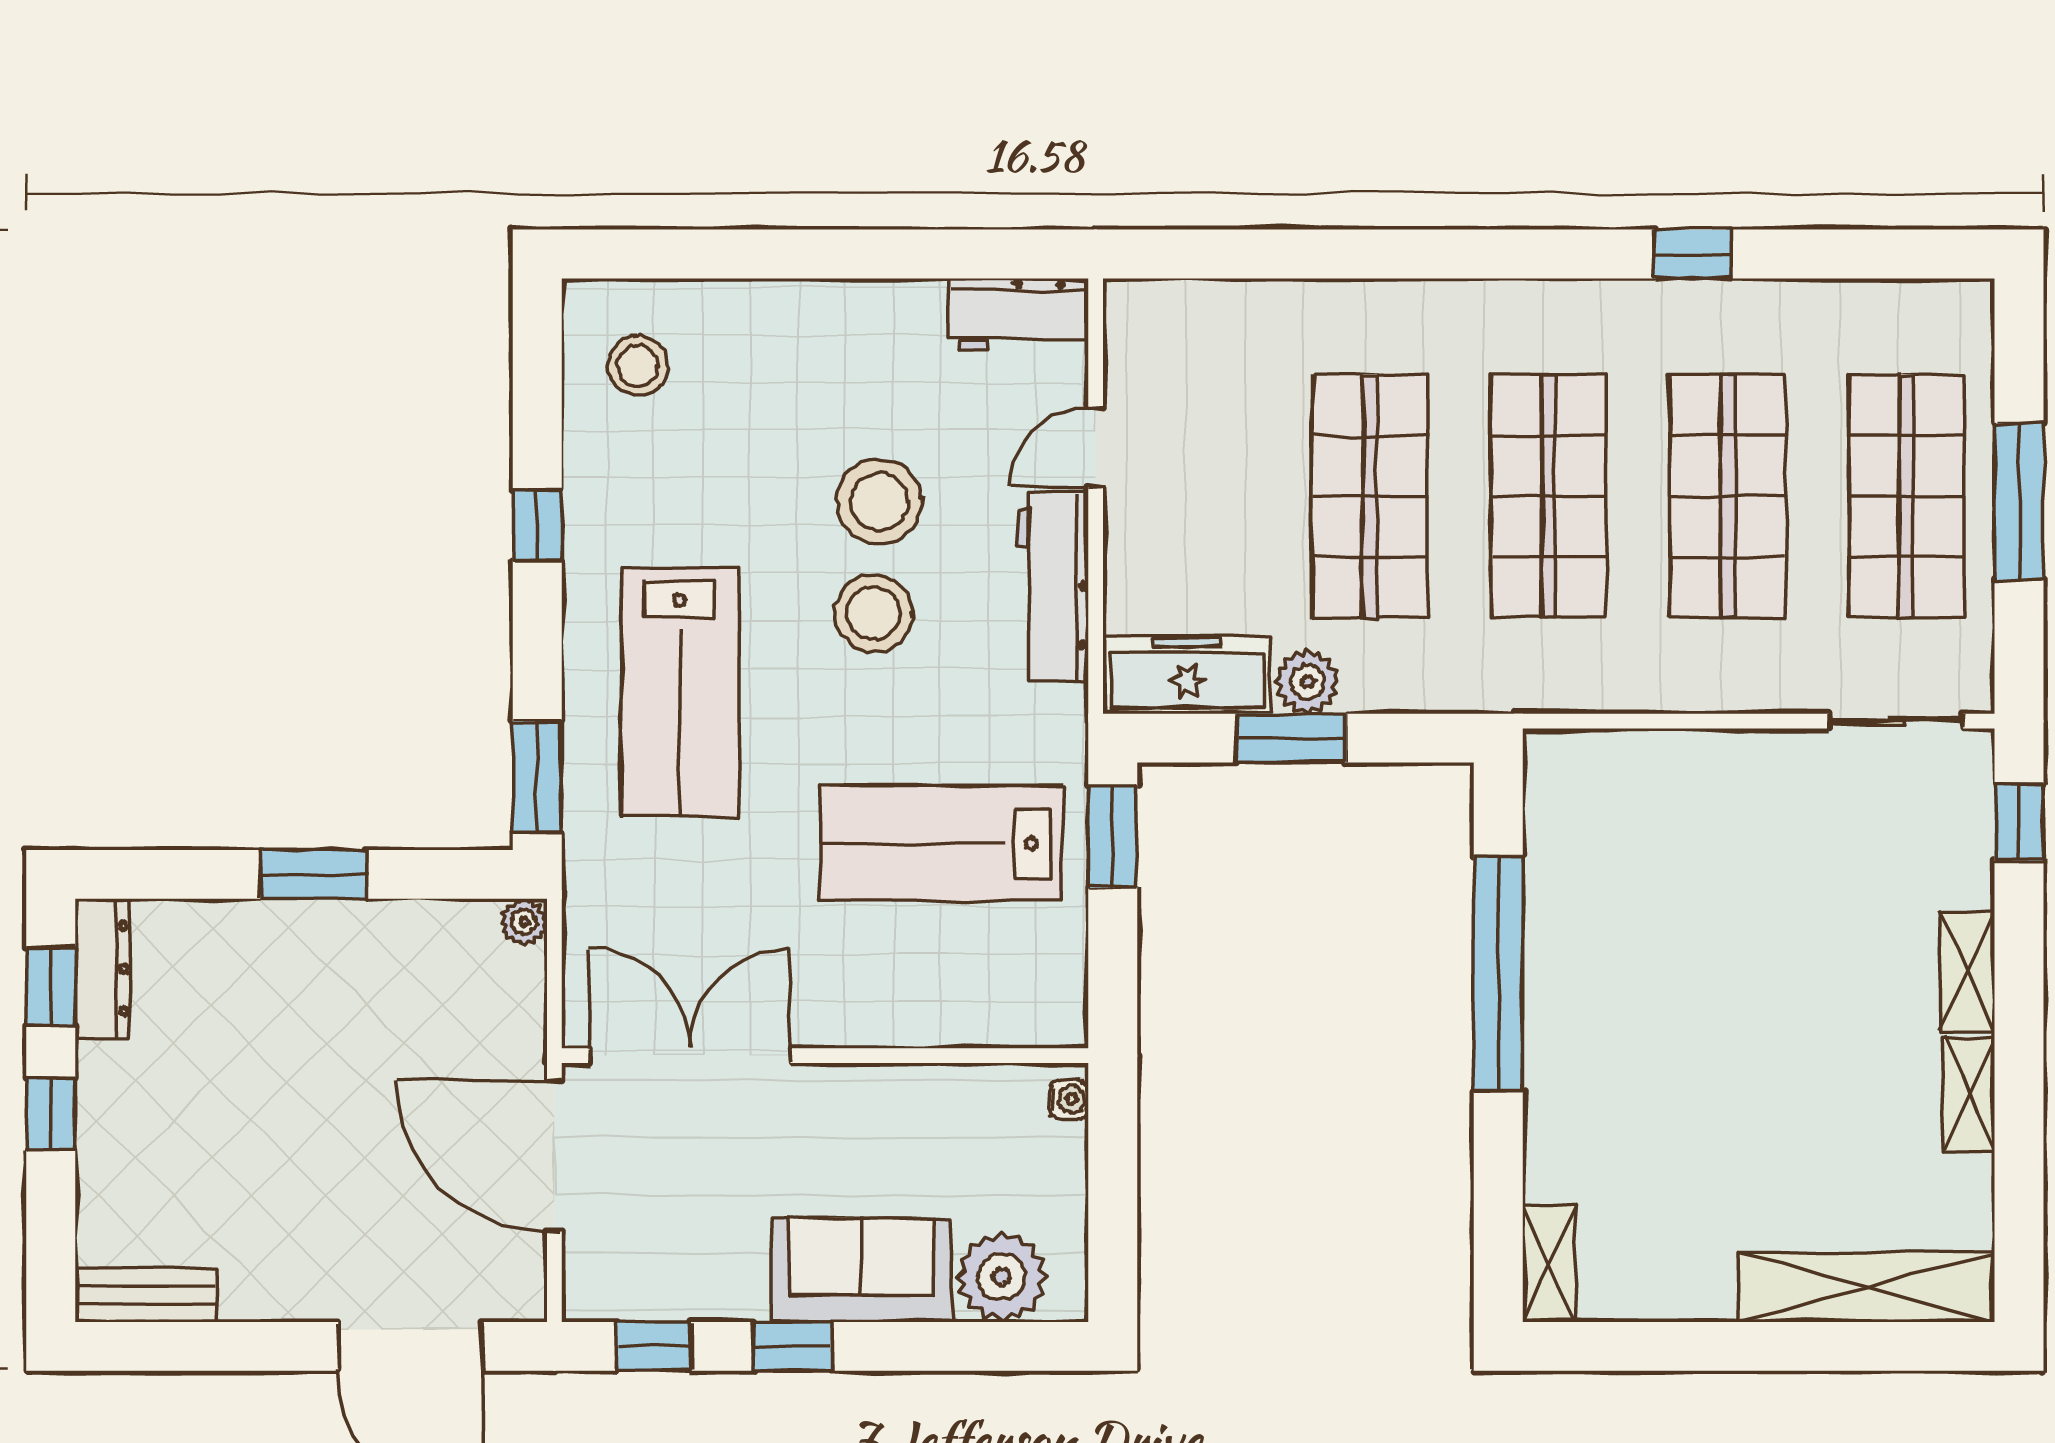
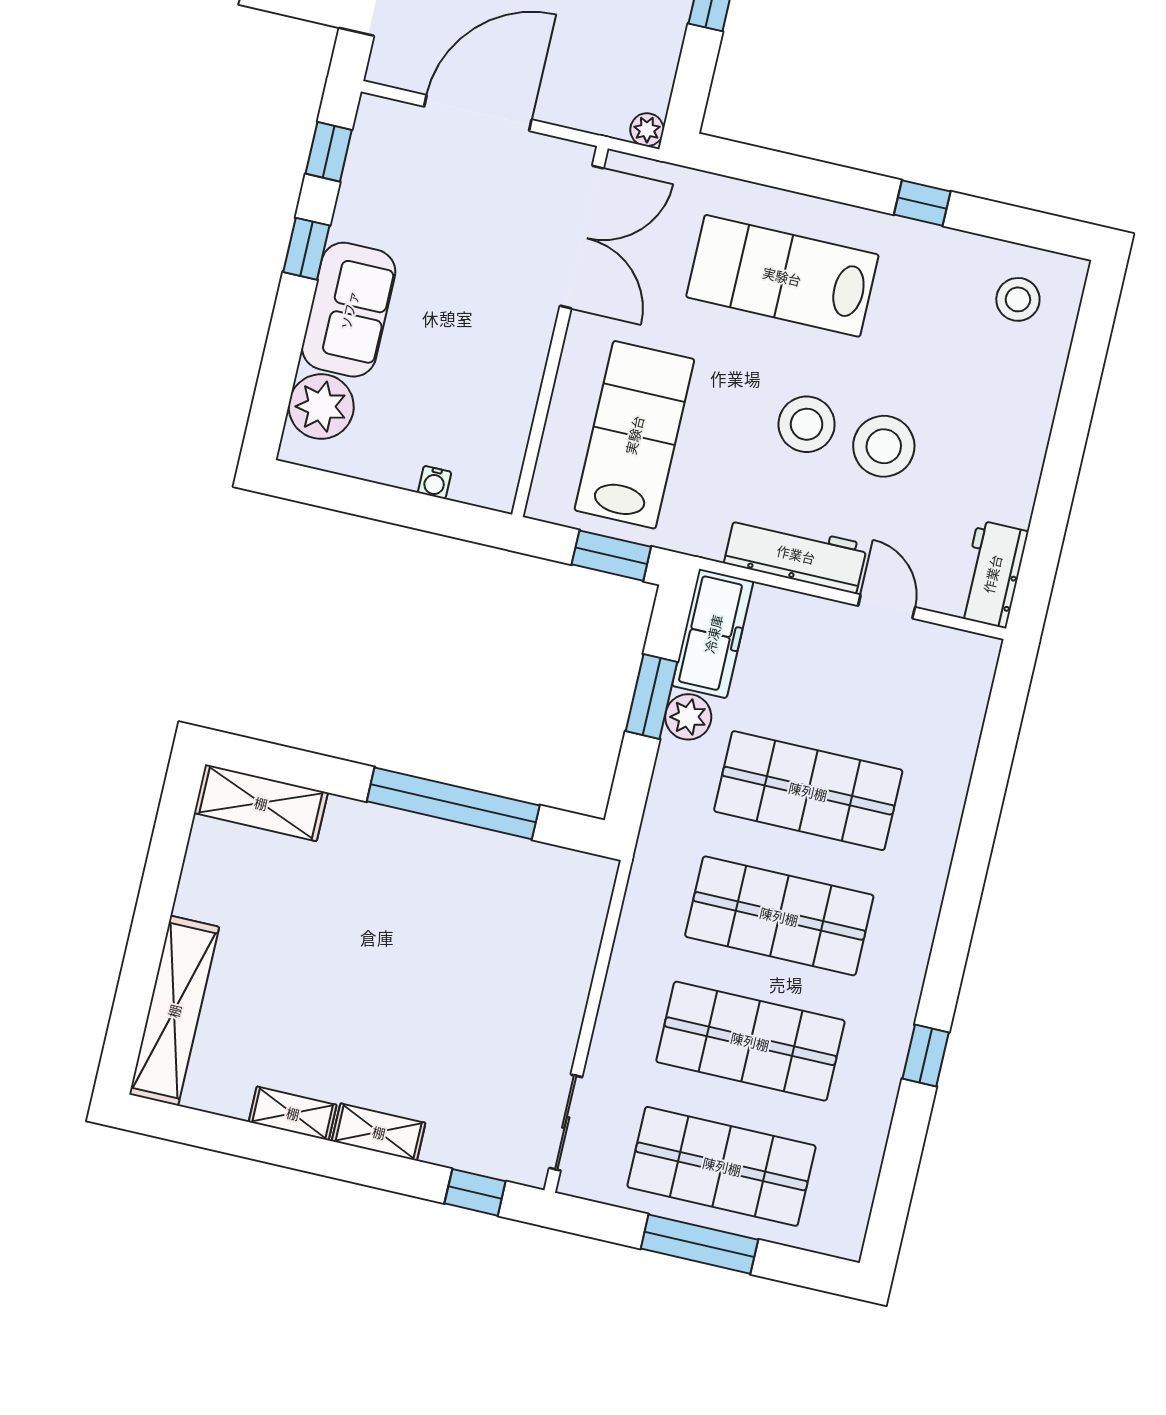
window: (537, 777) -> (746, 162), removed
double door: (690, 1056) -> (582, 237), moved
wall: (825, 1056) -> (560, 332), moved
shelving: (1549, 1264) -> (261, 803), width x1.50, depth x1.33

